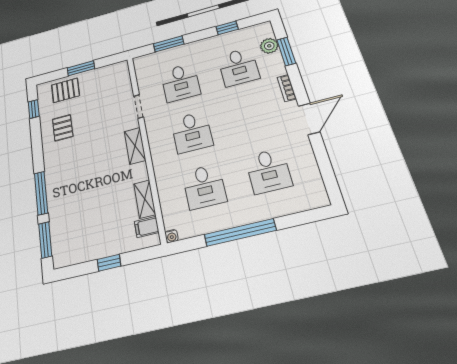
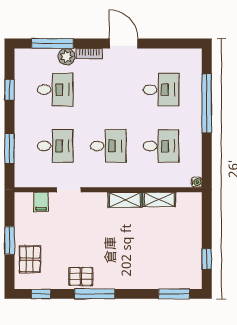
plant: (269, 46) -> (67, 57), moved
window: (286, 51) -> (52, 43), width x1.44
pallet: (63, 128) -> (81, 276), moved
shelving: (135, 146) -> (125, 200), moved
window: (41, 193) -> (95, 294), moved
filing cabinet: (147, 227) -> (41, 202), moved
window: (240, 232) -> (207, 103), moved
window: (109, 263) -> (207, 259), moved

